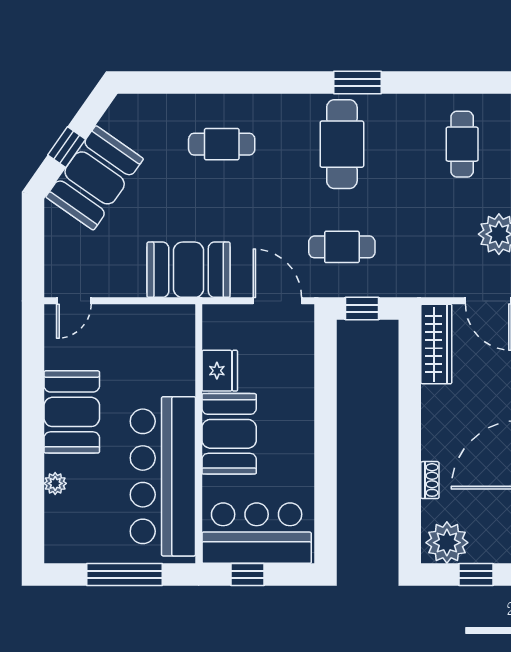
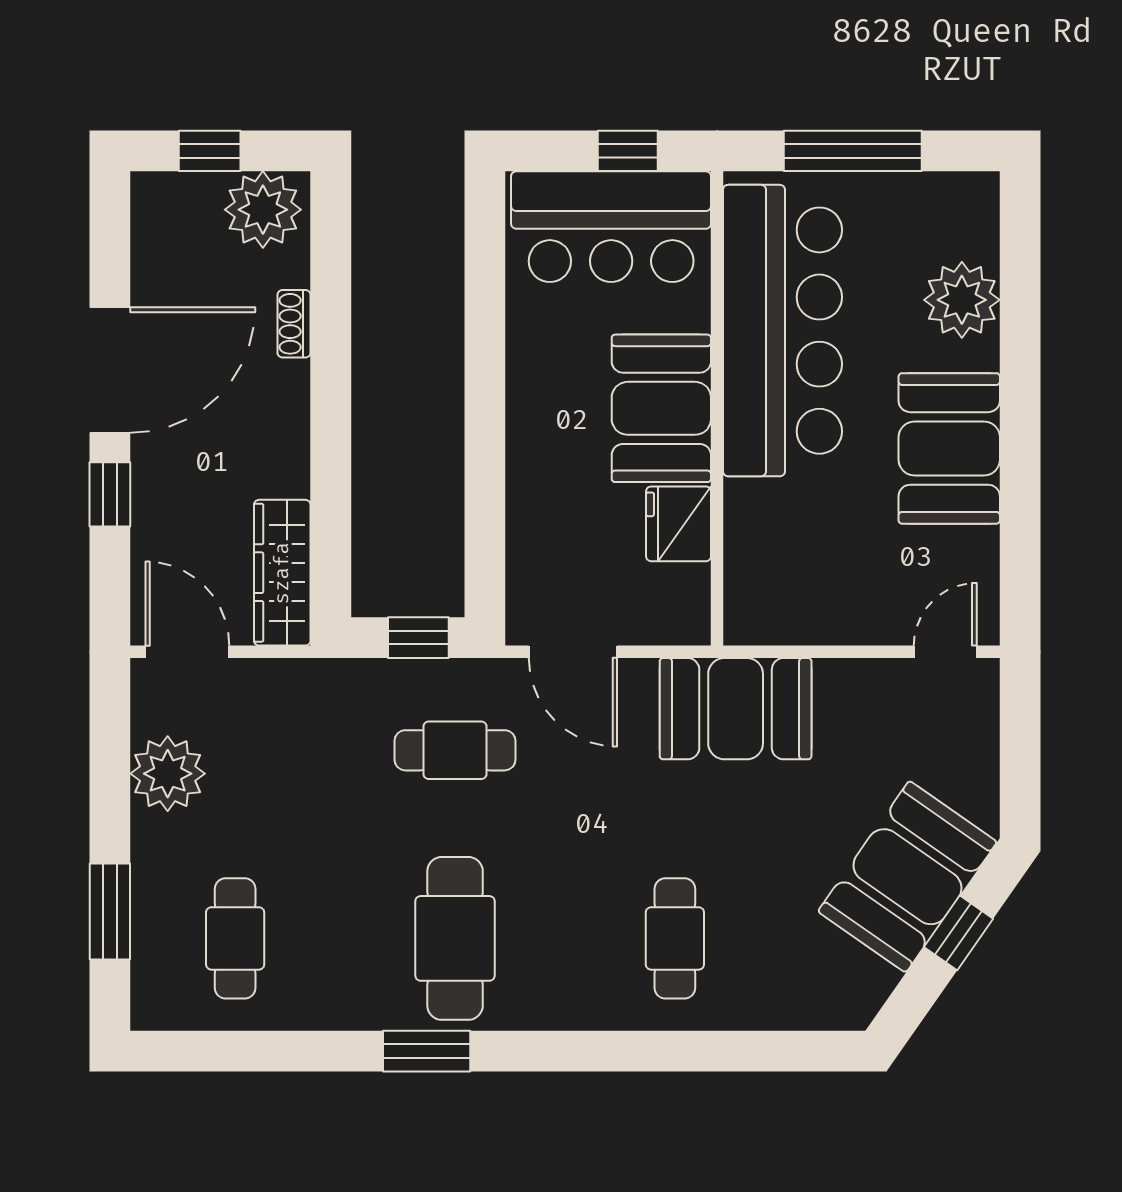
cafe table: (222, 144) -> (675, 938), turned 90
plant: (55, 483) -> (962, 300), width x1.88, depth x1.88

